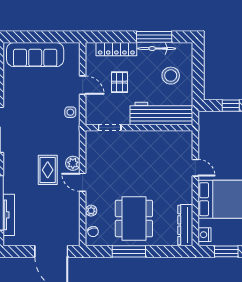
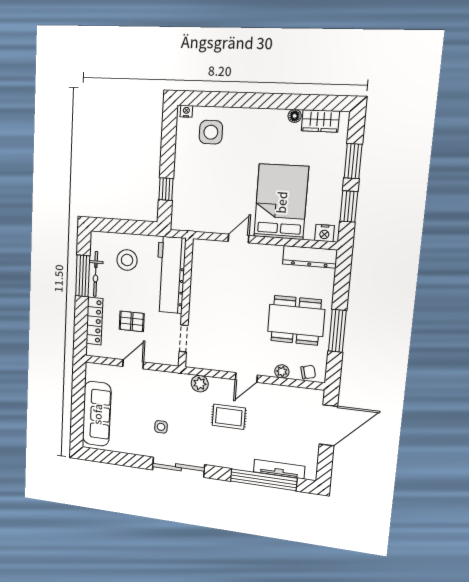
side table: (70, 112) -> (161, 427), moved
plant: (73, 163) -> (200, 384), moved

